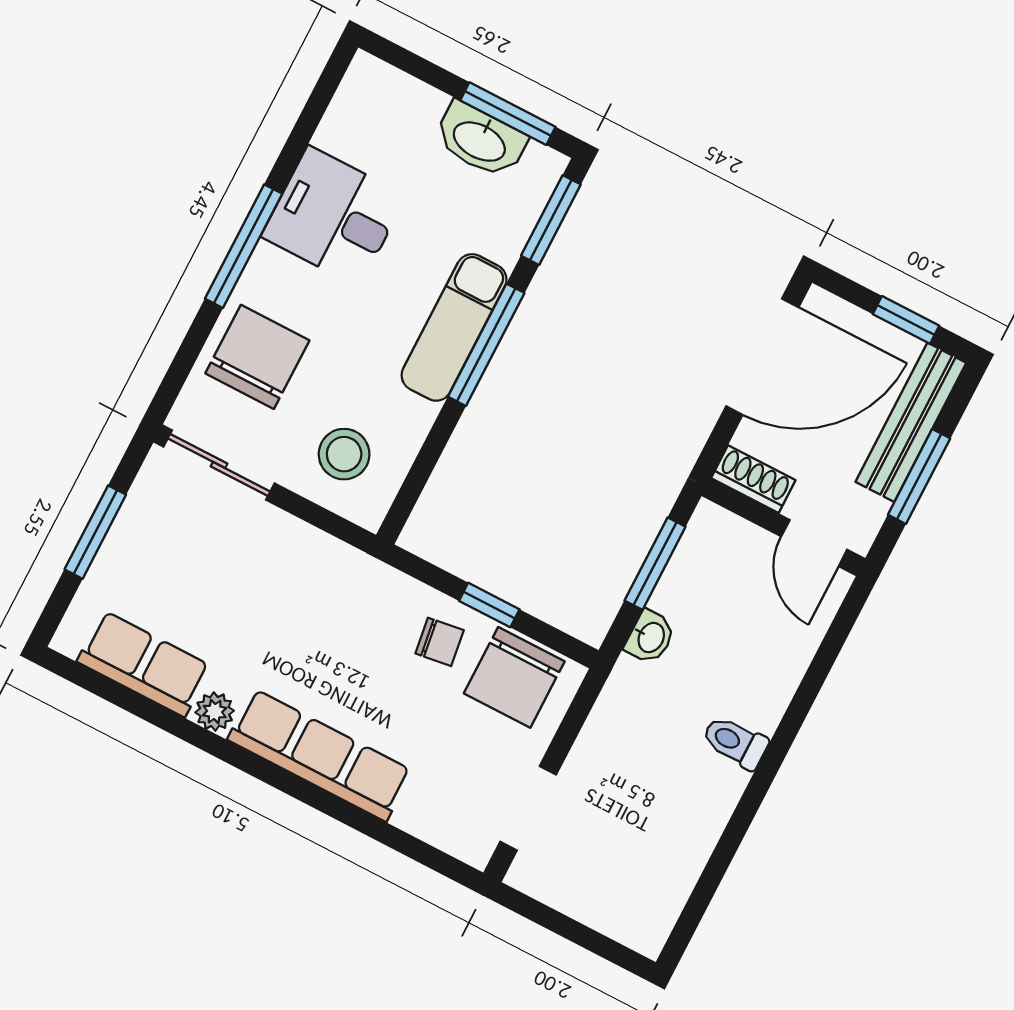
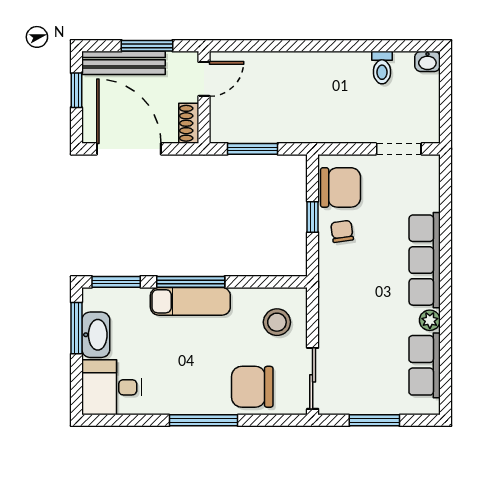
desk: (334, 216) -> (112, 387), moved, turned 90
washbasin: (650, 637) -> (427, 61), moved, turned 180
toilet: (735, 742) -> (382, 68), moved

